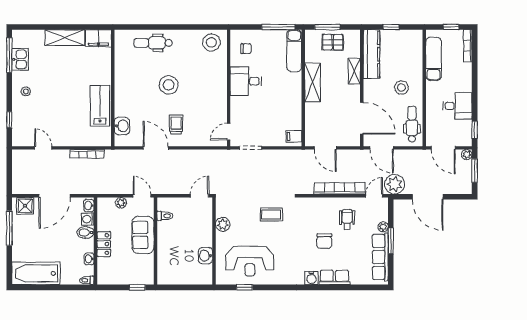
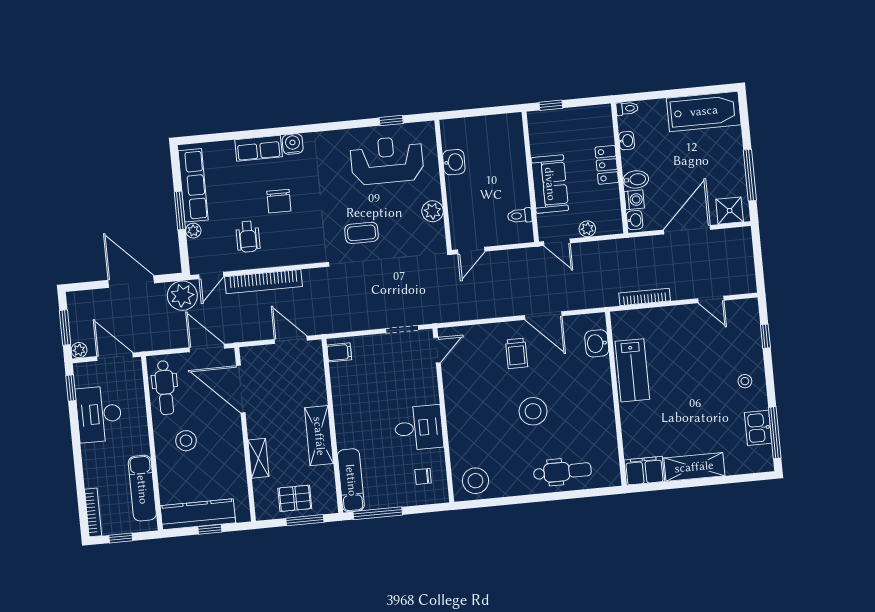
kitchen counter: (371, 54) -> (198, 514), moved, turned 90
desk: (458, 106) -> (99, 414), width x1.37
chair: (324, 241) -> (279, 201), turned 180

